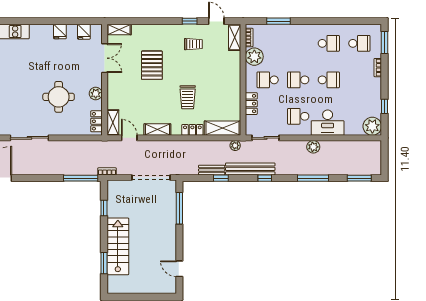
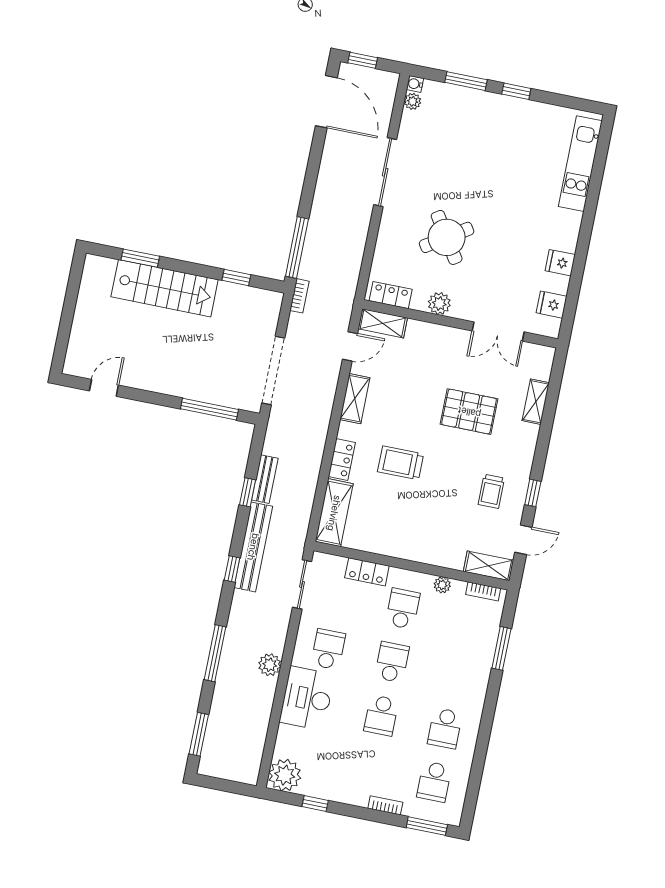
shelving: (119, 30) -> (536, 402), moved
plant: (254, 57) -> (442, 585), width x0.53, depth x0.53
round table: (59, 97) -> (447, 237), turned -33
plant: (235, 145) -> (299, 529), removed

